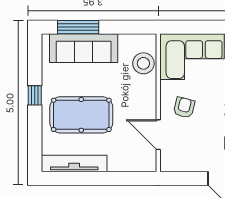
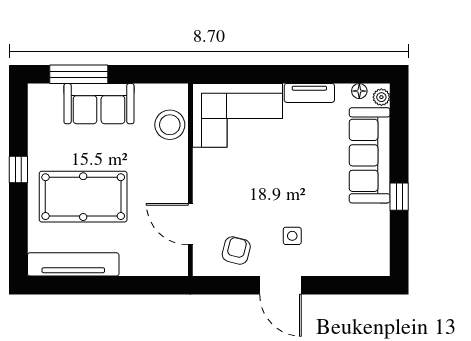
sofa: (84, 48) -> (99, 104), width x0.73
armchair: (184, 108) -> (236, 250), moved

